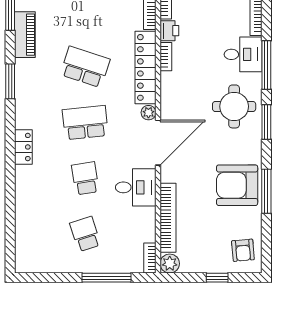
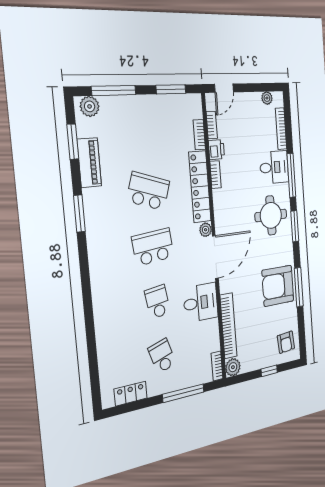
locker: (23, 147) -> (131, 394), moved, turned -90

